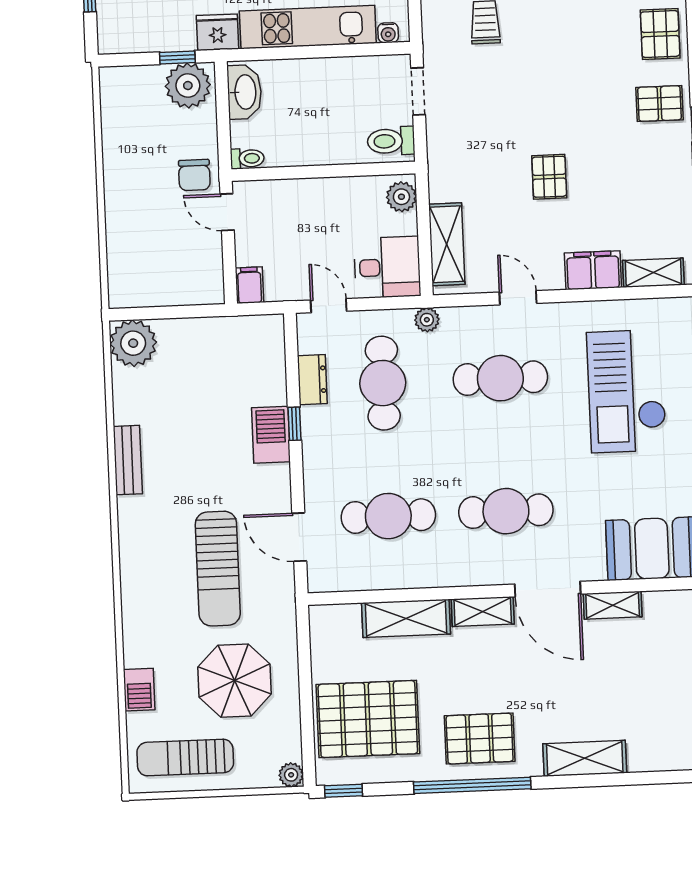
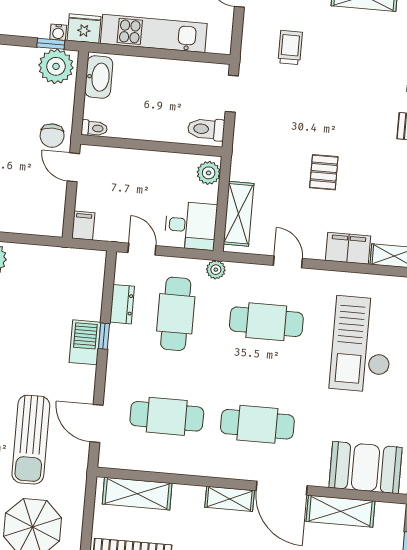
water cooler: (388, 33) -> (58, 32), moved
shelving: (613, 605) -> (341, 511), width x1.50, depth x1.33
shelving: (406, 618) -> (137, 494), moved

